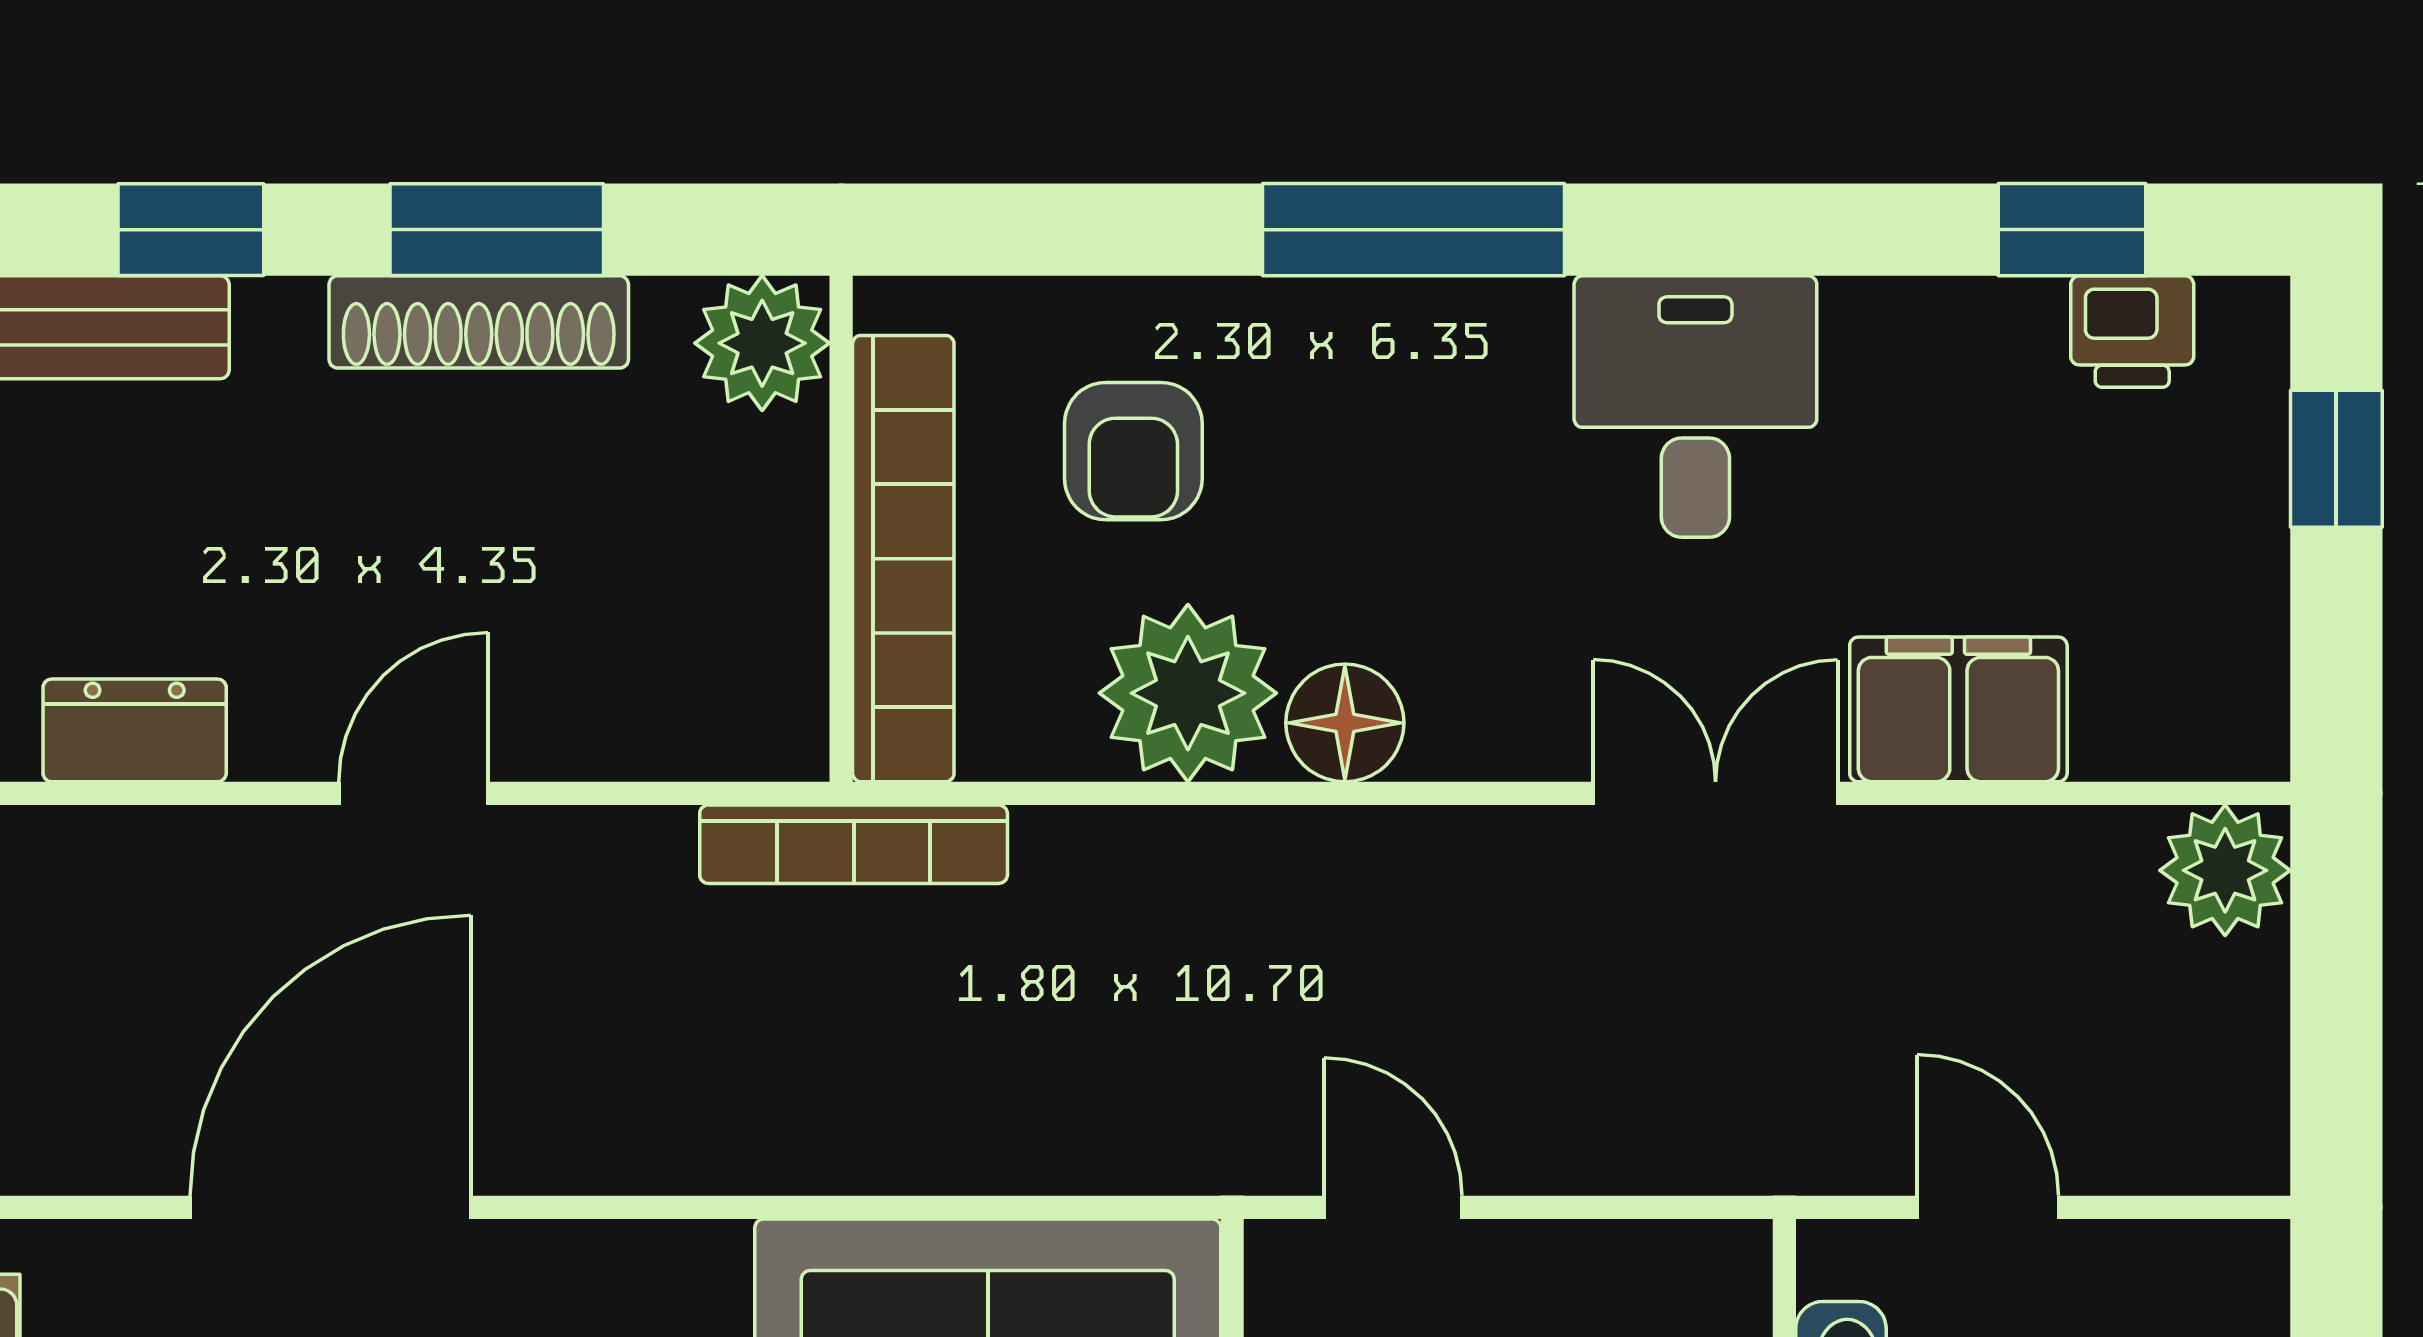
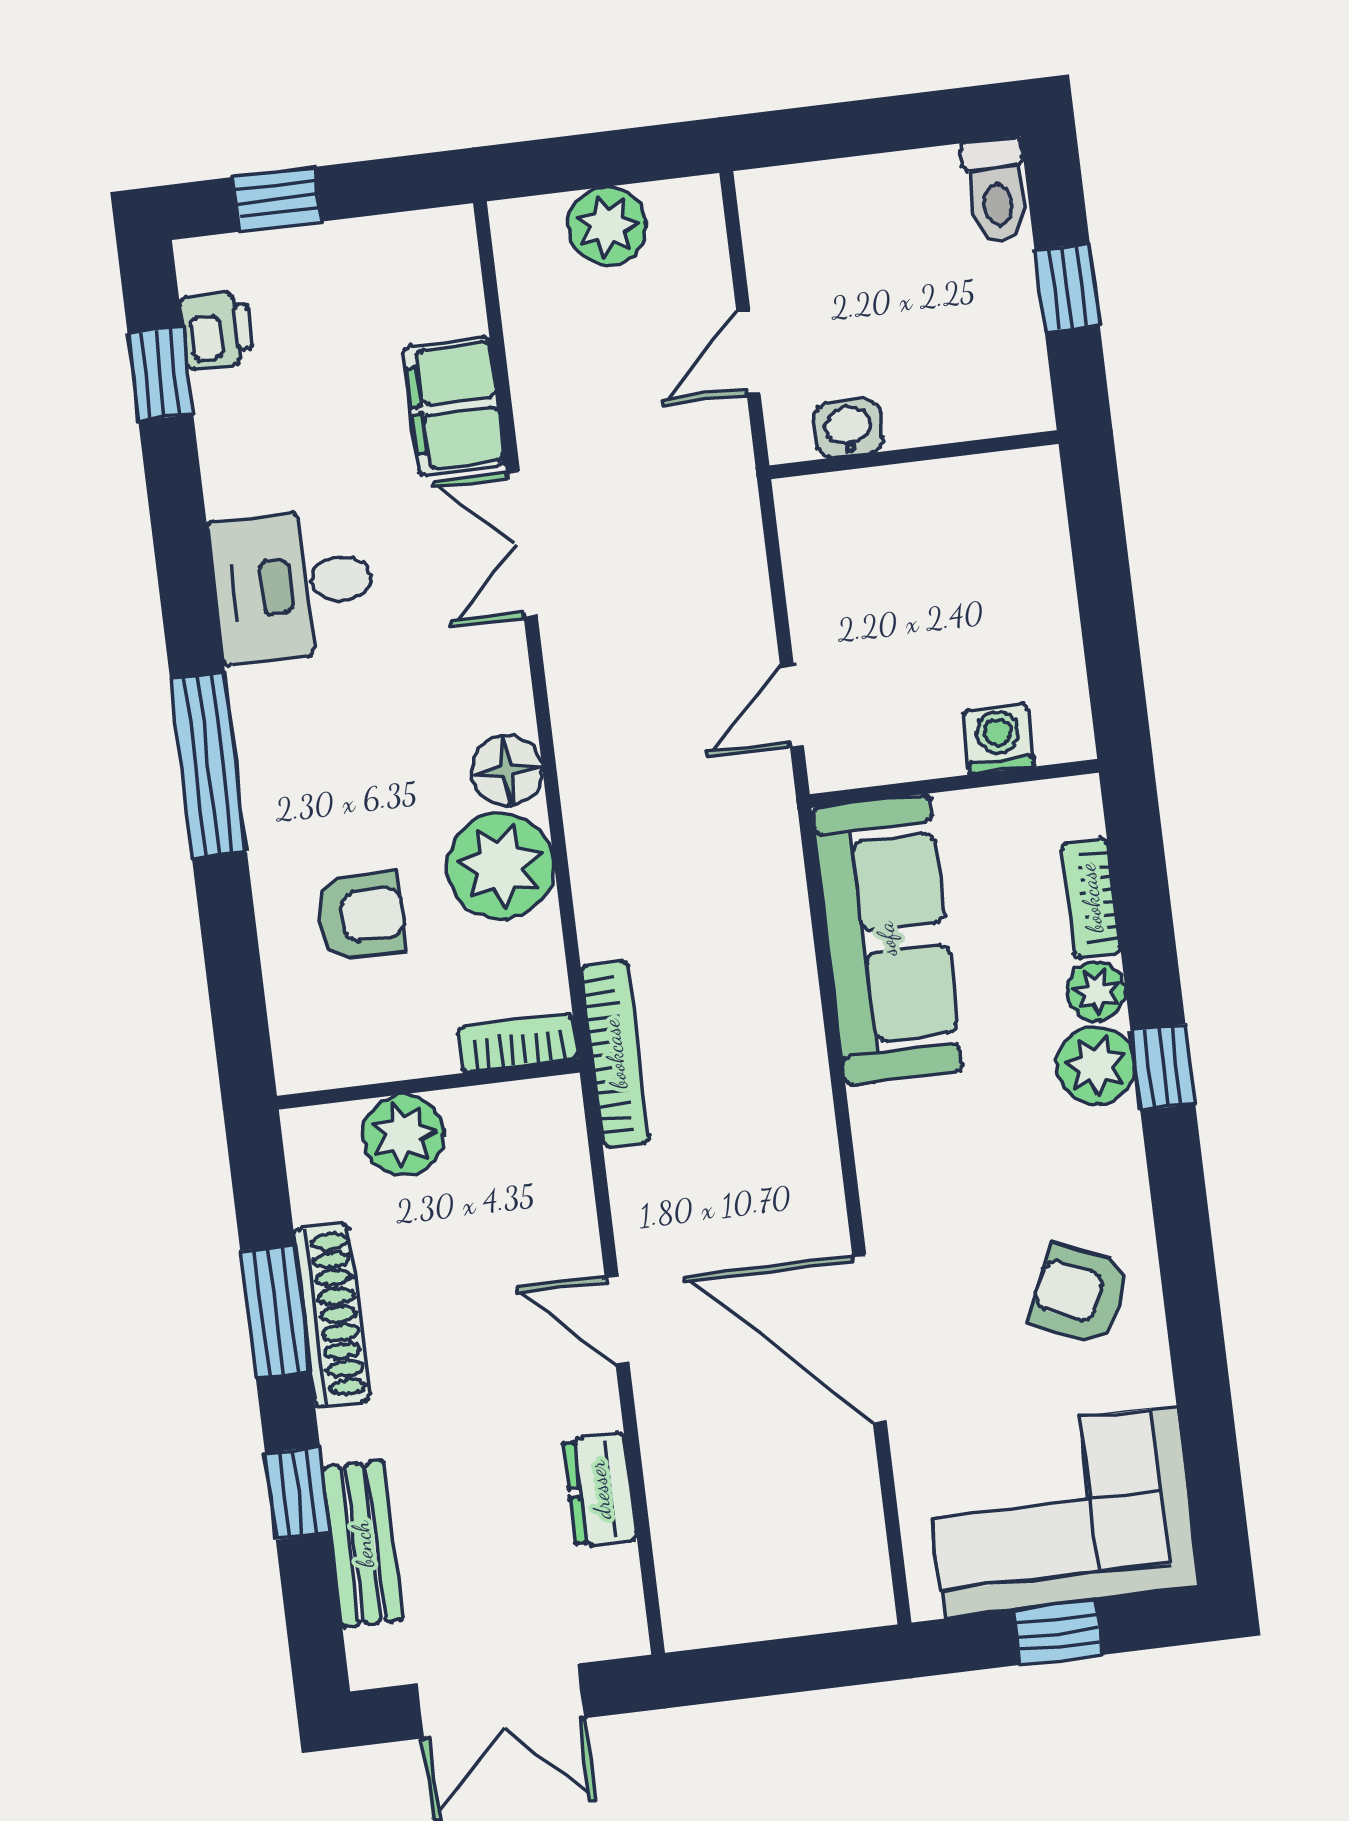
plant: (762, 343) -> (404, 1135), moved
bookcase: (903, 559) -> (518, 1043), width x0.43, depth x0.76
plant: (2225, 870) -> (607, 226), moved

